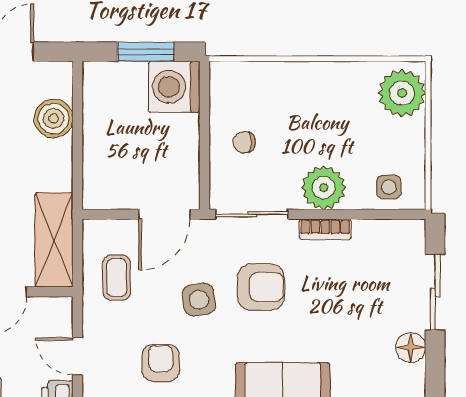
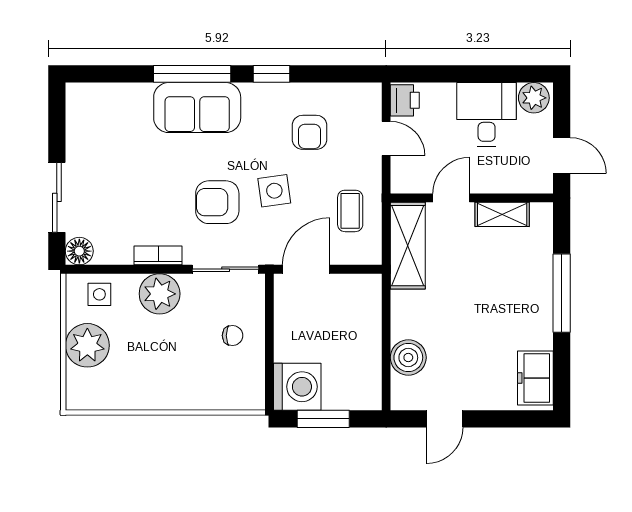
plant: (402, 93) -> (87, 345), moved
floor lamp: (411, 348) -> (79, 251), moved

